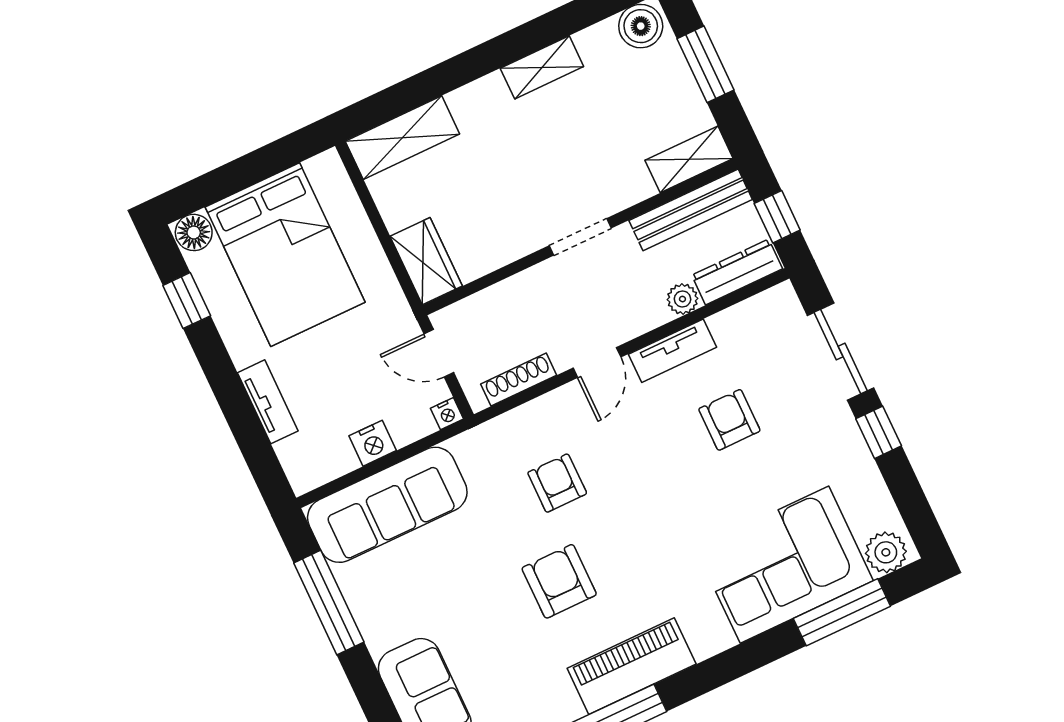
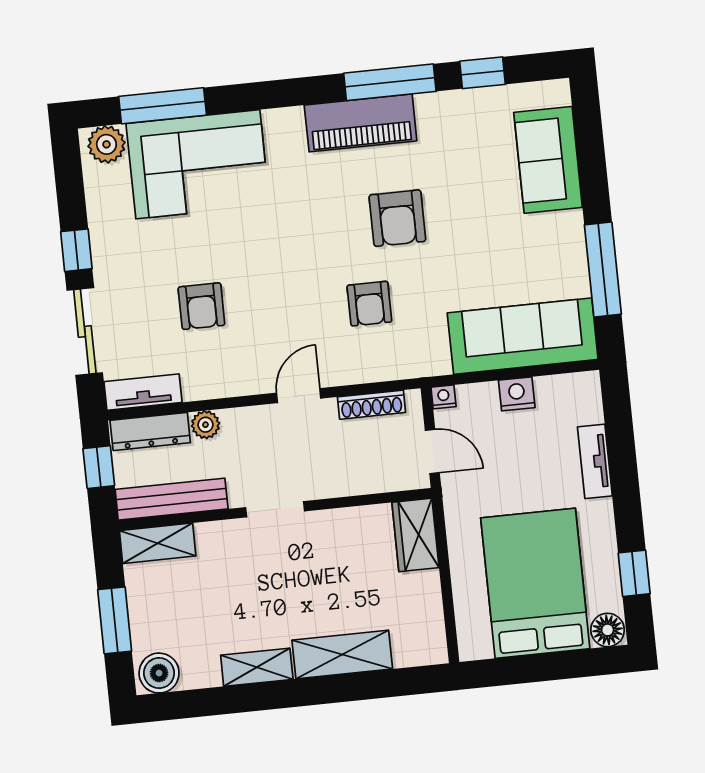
shelving: (402, 138) -> (342, 655), moved
tv unit: (672, 351) -> (143, 392), moved

